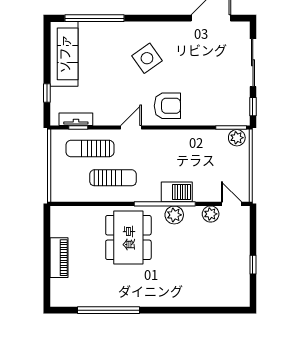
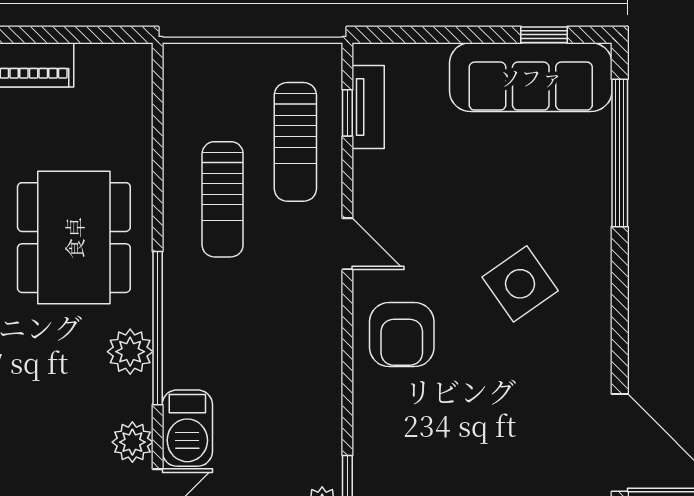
window: (47, 93) -> (544, 35), moved
sun lounger: (90, 148) -> (295, 142), turned 180
barbecue: (177, 192) -> (187, 428), moved
dining table: (128, 238) -> (74, 238), turned 90

